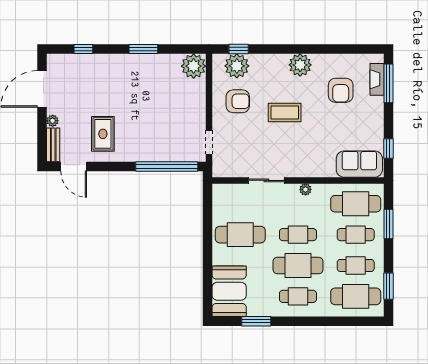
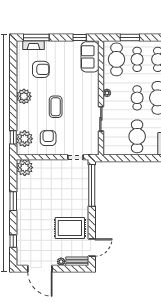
rug: (103, 134) -> (70, 228), width x1.36, depth x1.43

